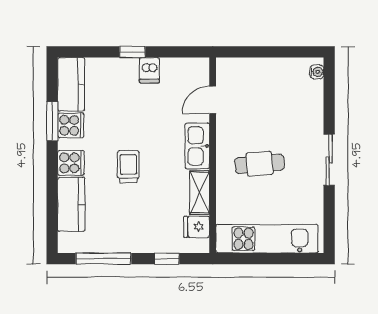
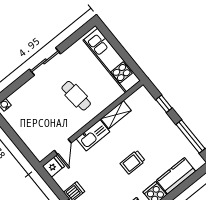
door: (213, 100) -> (63, 147), hinge flipped
fridge: (197, 227) -> (53, 166), moved, turned -90

